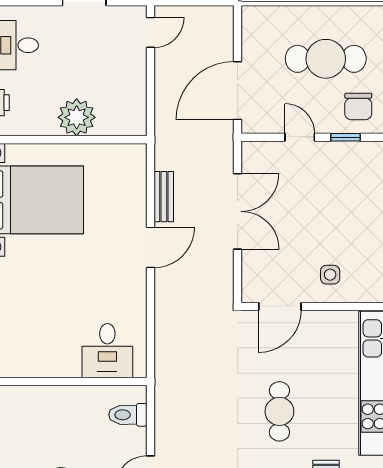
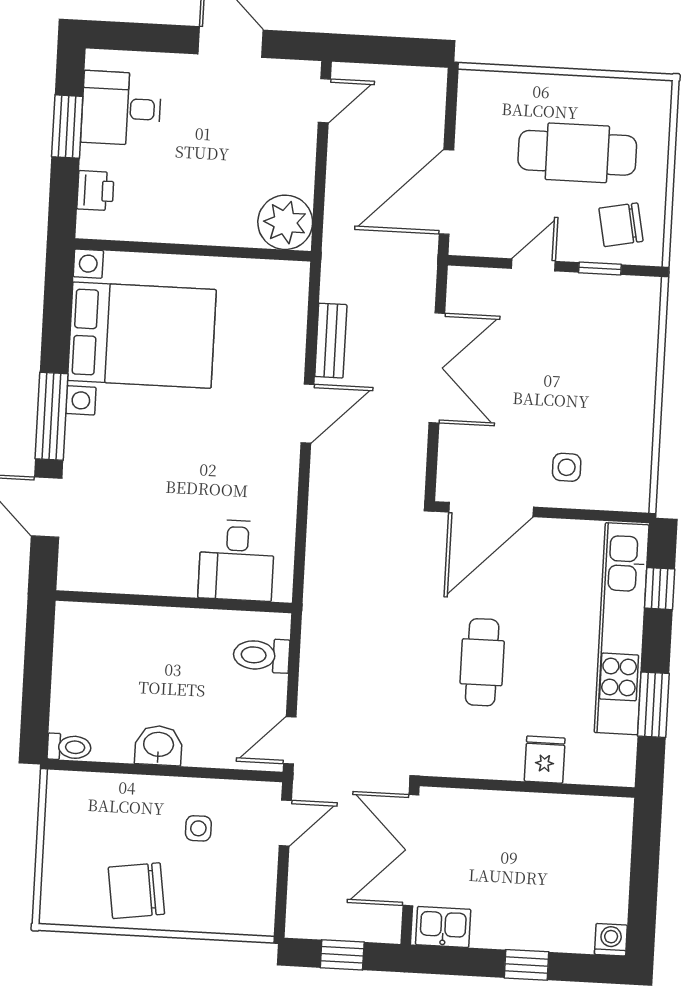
chair: (358, 106) -> (621, 225), turned 79
plant: (77, 117) -> (285, 222), moved
door: (300, 137) -> (533, 265), hinge flipped
door: (280, 306) -> (491, 510), width x1.36

